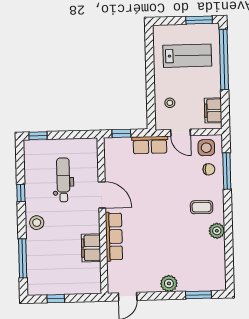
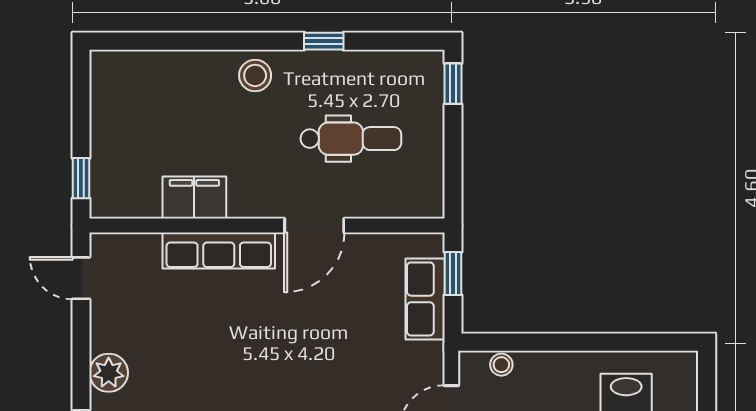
stool: (170, 103) -> (501, 365), moved
row of seats: (150, 145) -> (425, 299), moved
window: (23, 258) -> (174, 41), removed
window: (56, 299) -> (81, 178), moved

